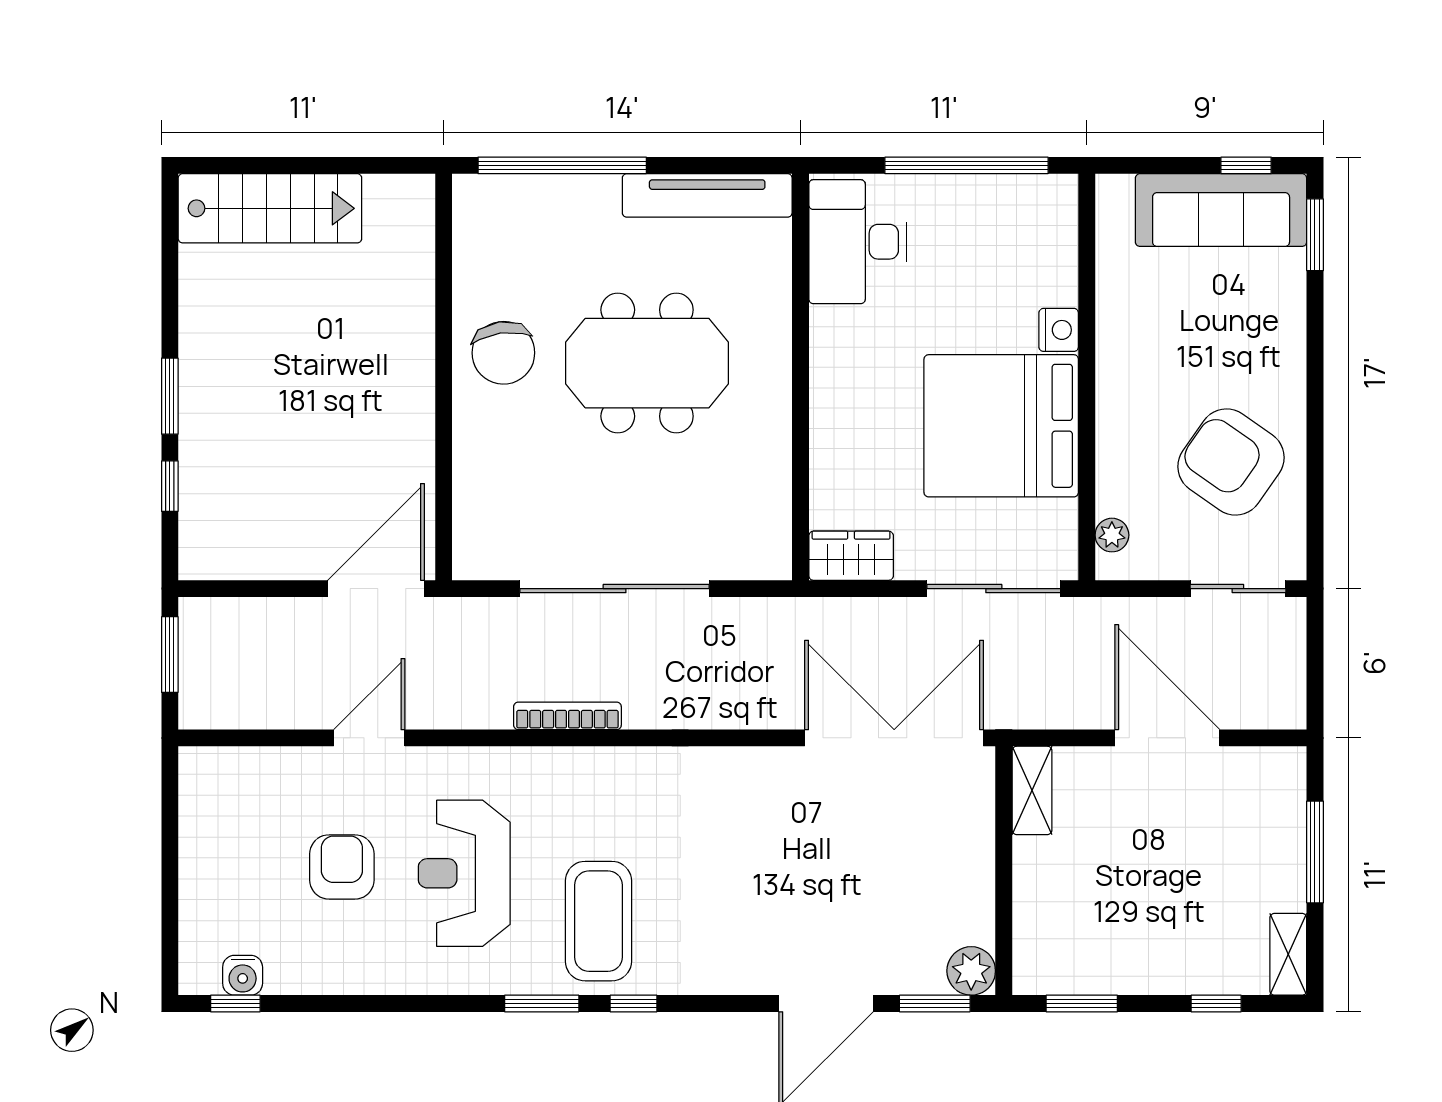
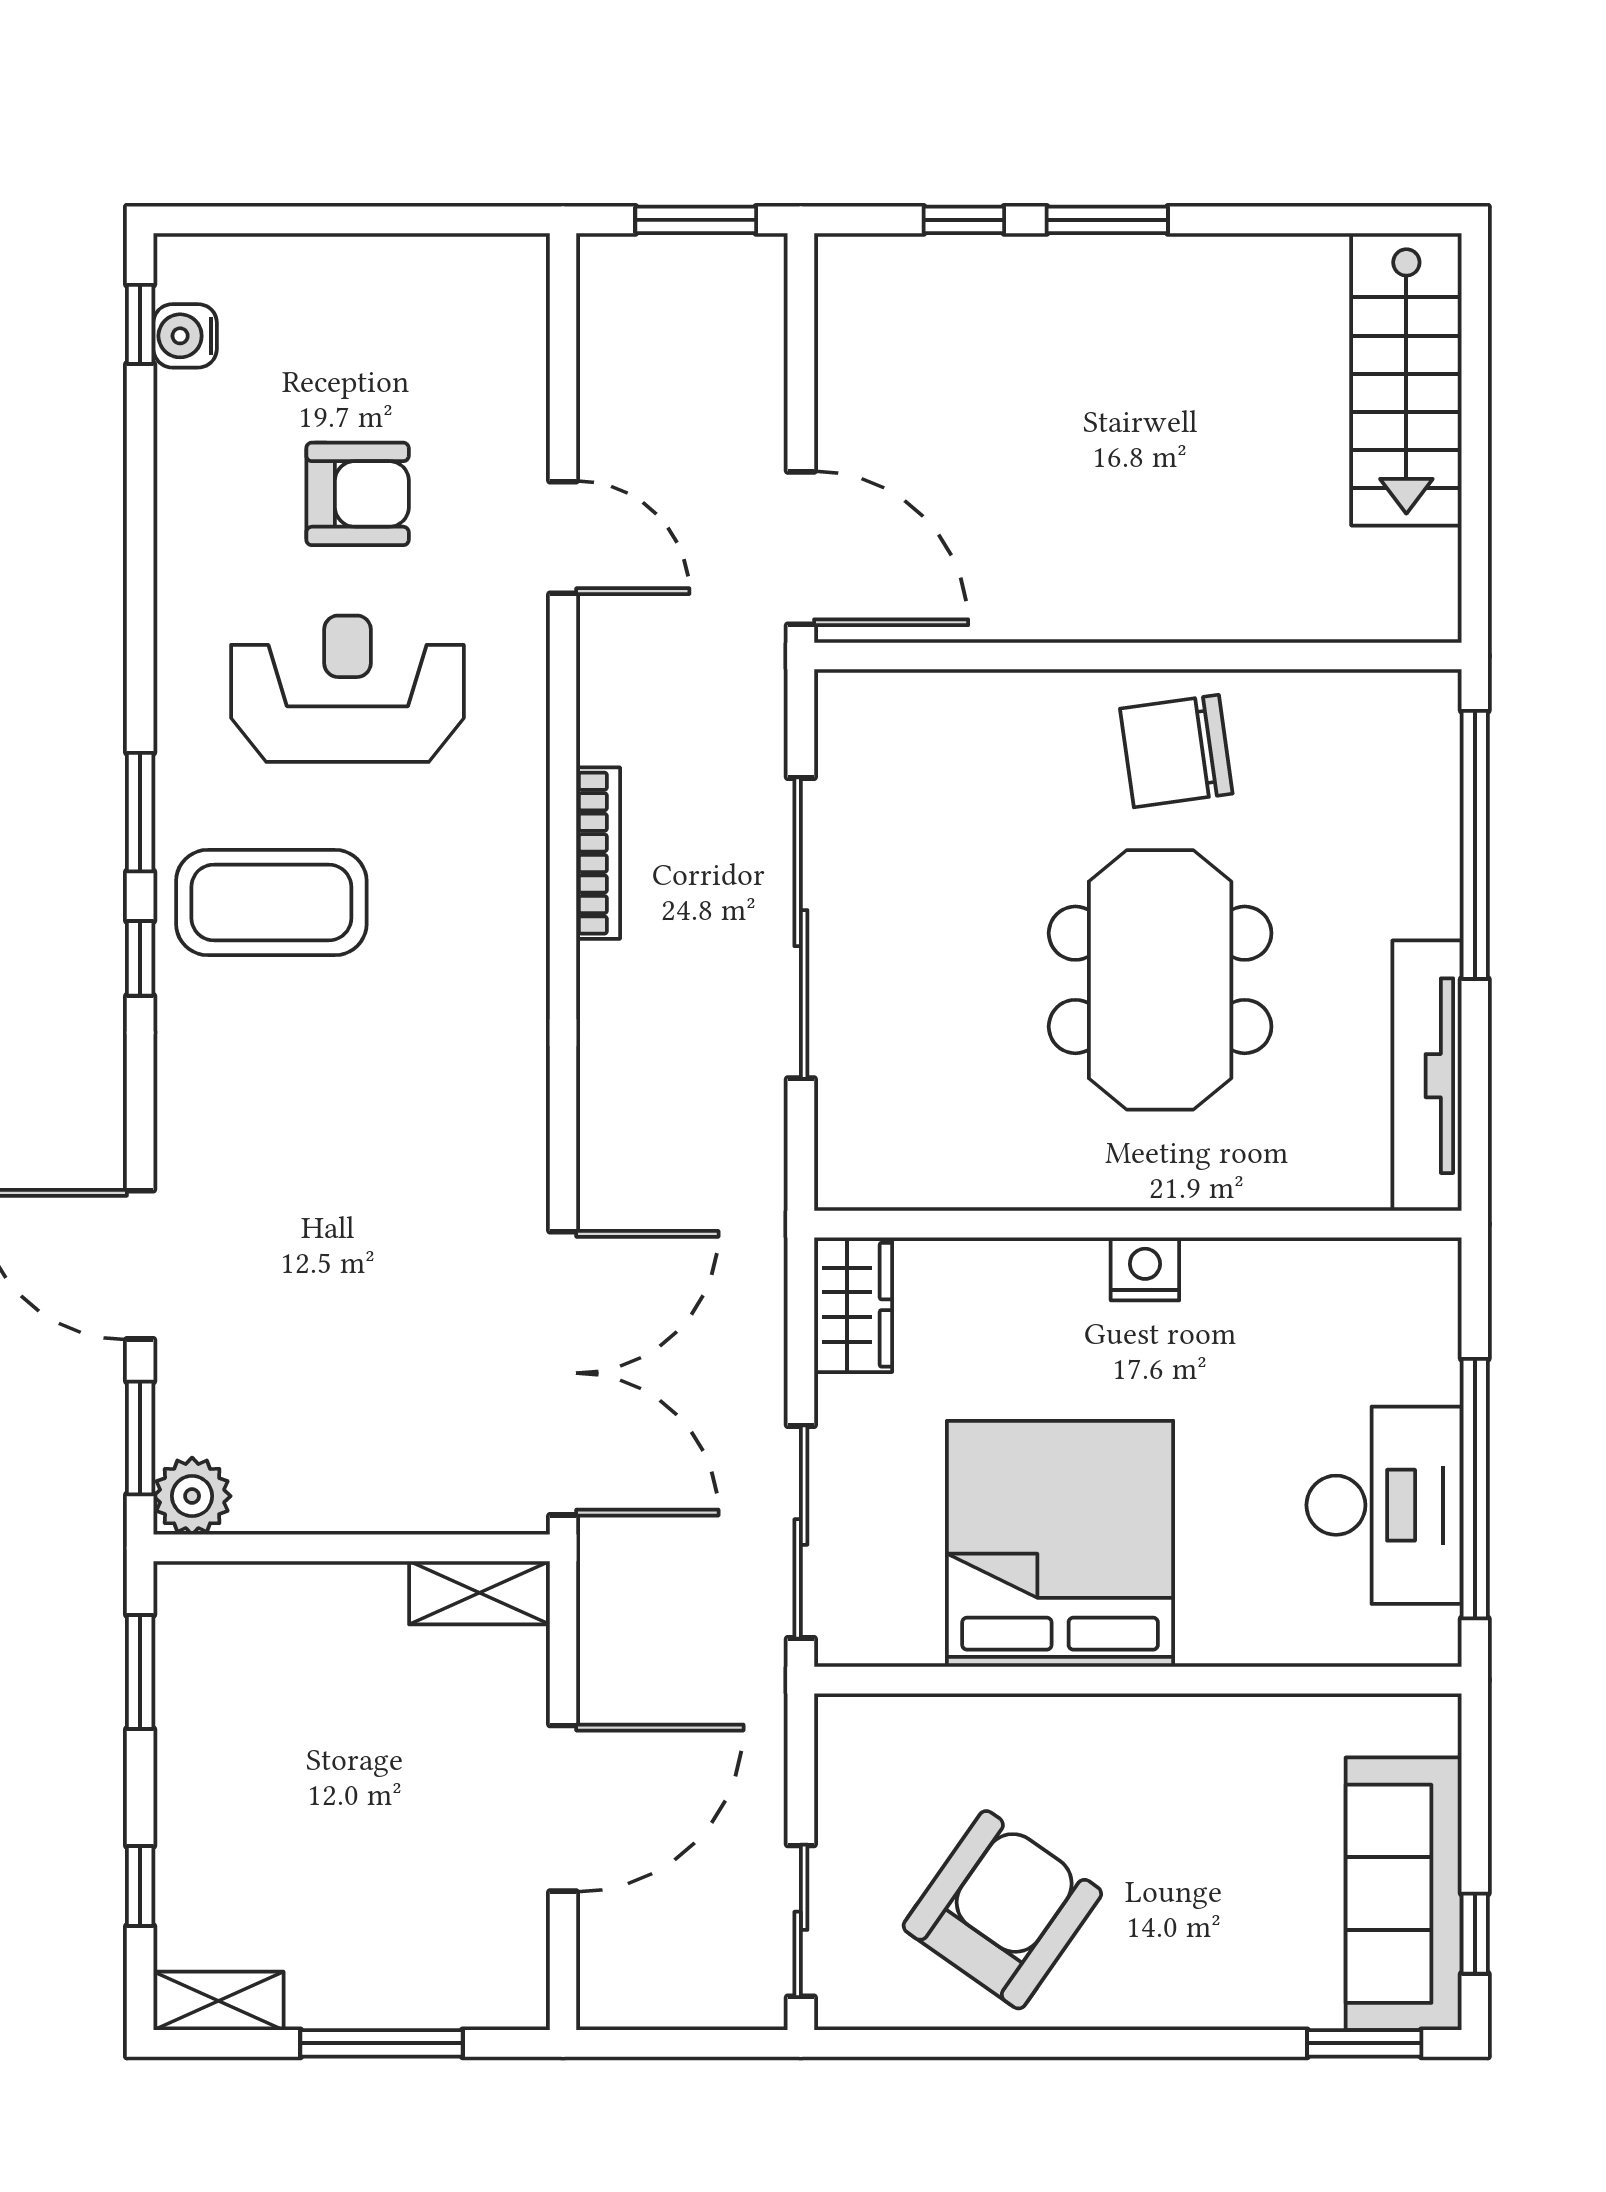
desk: (857, 242) -> (1384, 1505), moved, turned 90
nightstand: (1059, 330) -> (1145, 1269), moved, turned 180
plant: (1112, 535) -> (886, 1720), removed

